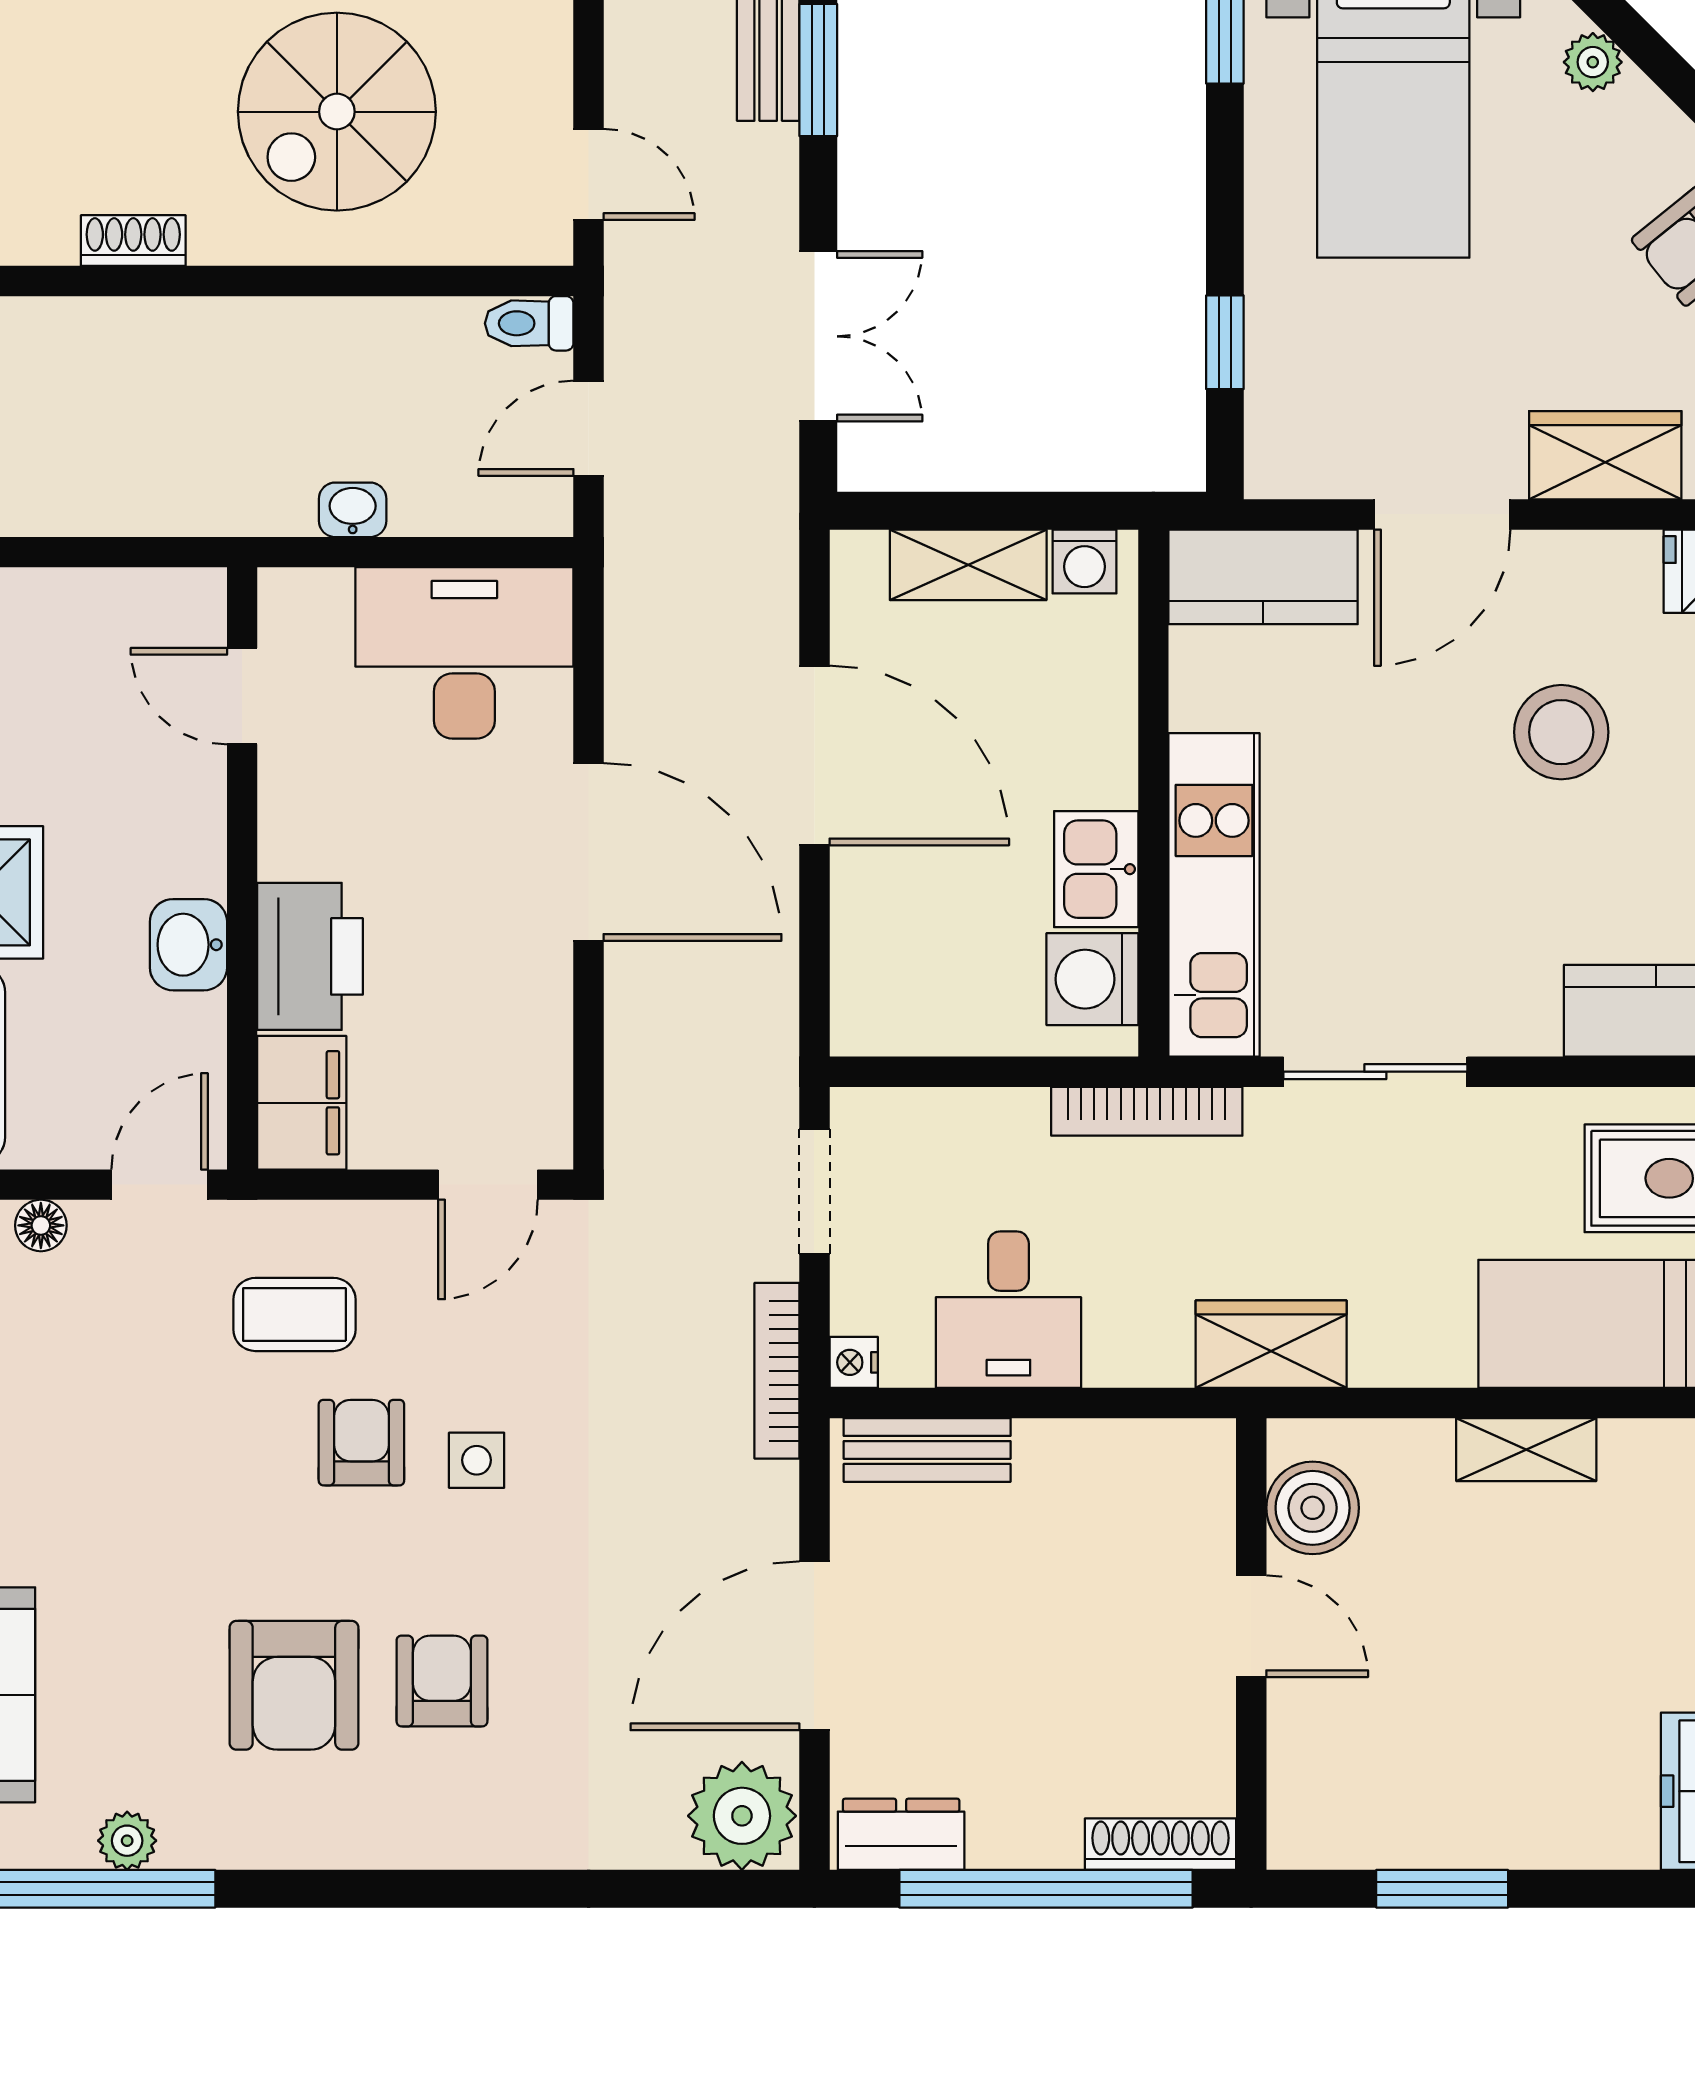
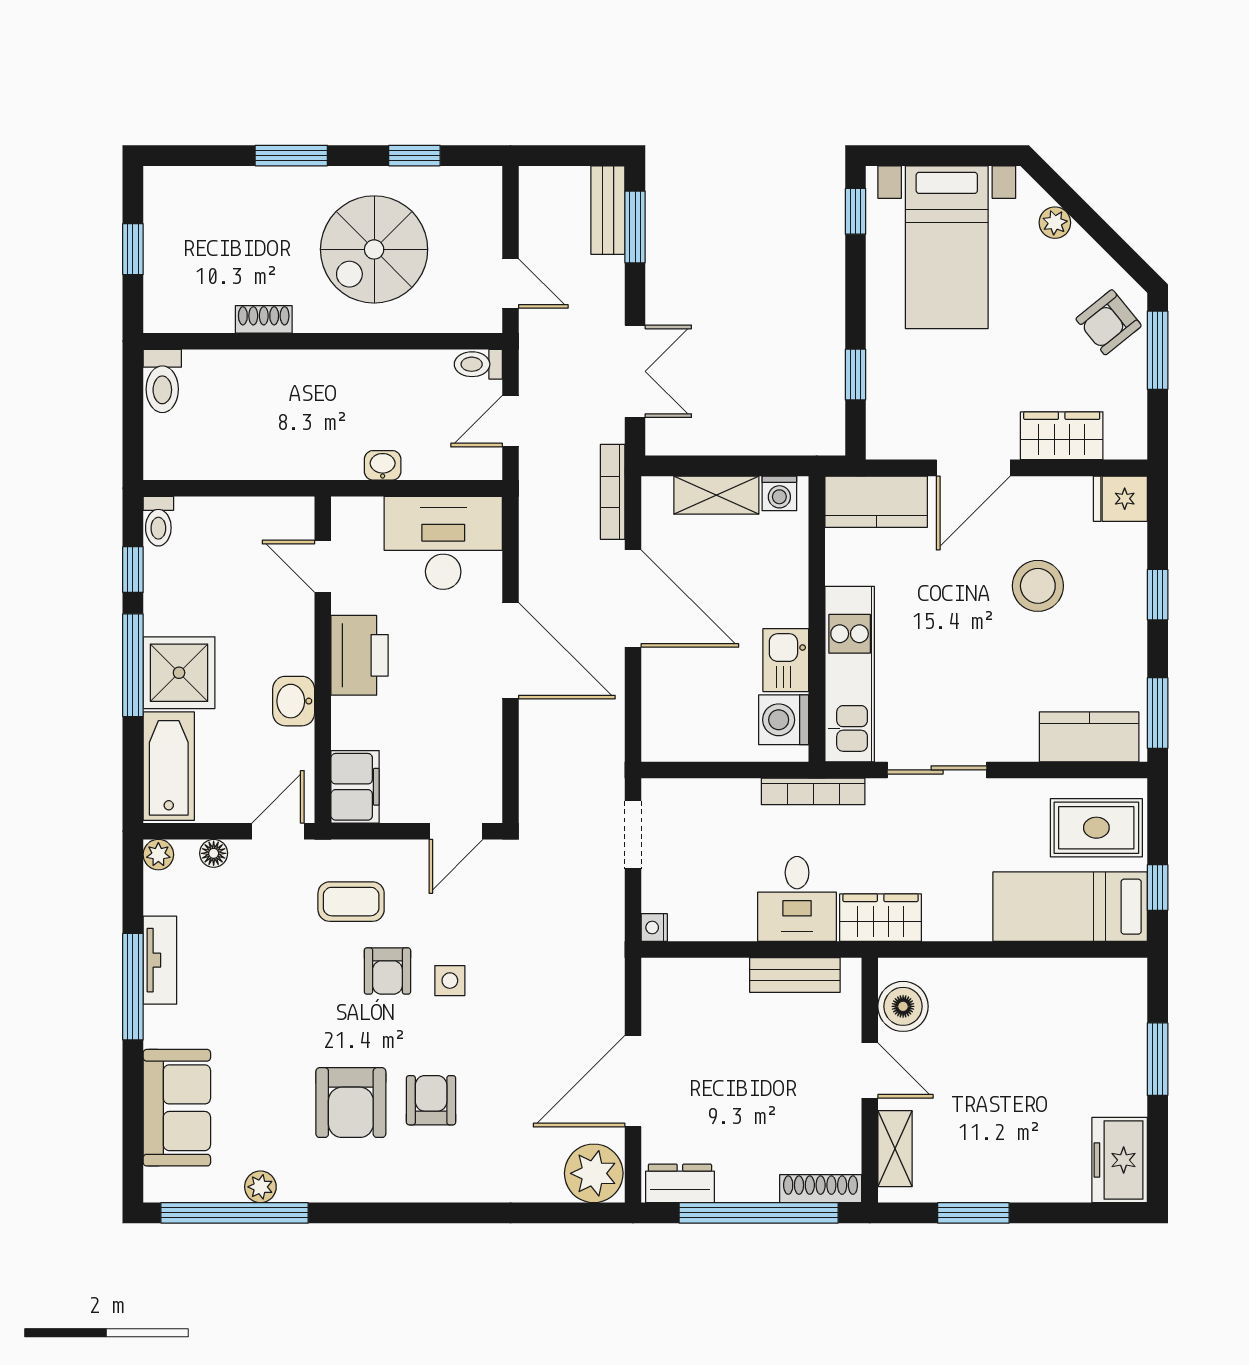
printer: (310, 956) -> (360, 655), moved
desk: (1008, 1310) -> (797, 899), moved
bookcase: (777, 1371) -> (613, 492), moved
armchair: (361, 1443) -> (387, 971), turned 180
bench: (927, 1450) -> (795, 975), moved
shelving: (1526, 1450) -> (895, 1149), moved, turned 90

